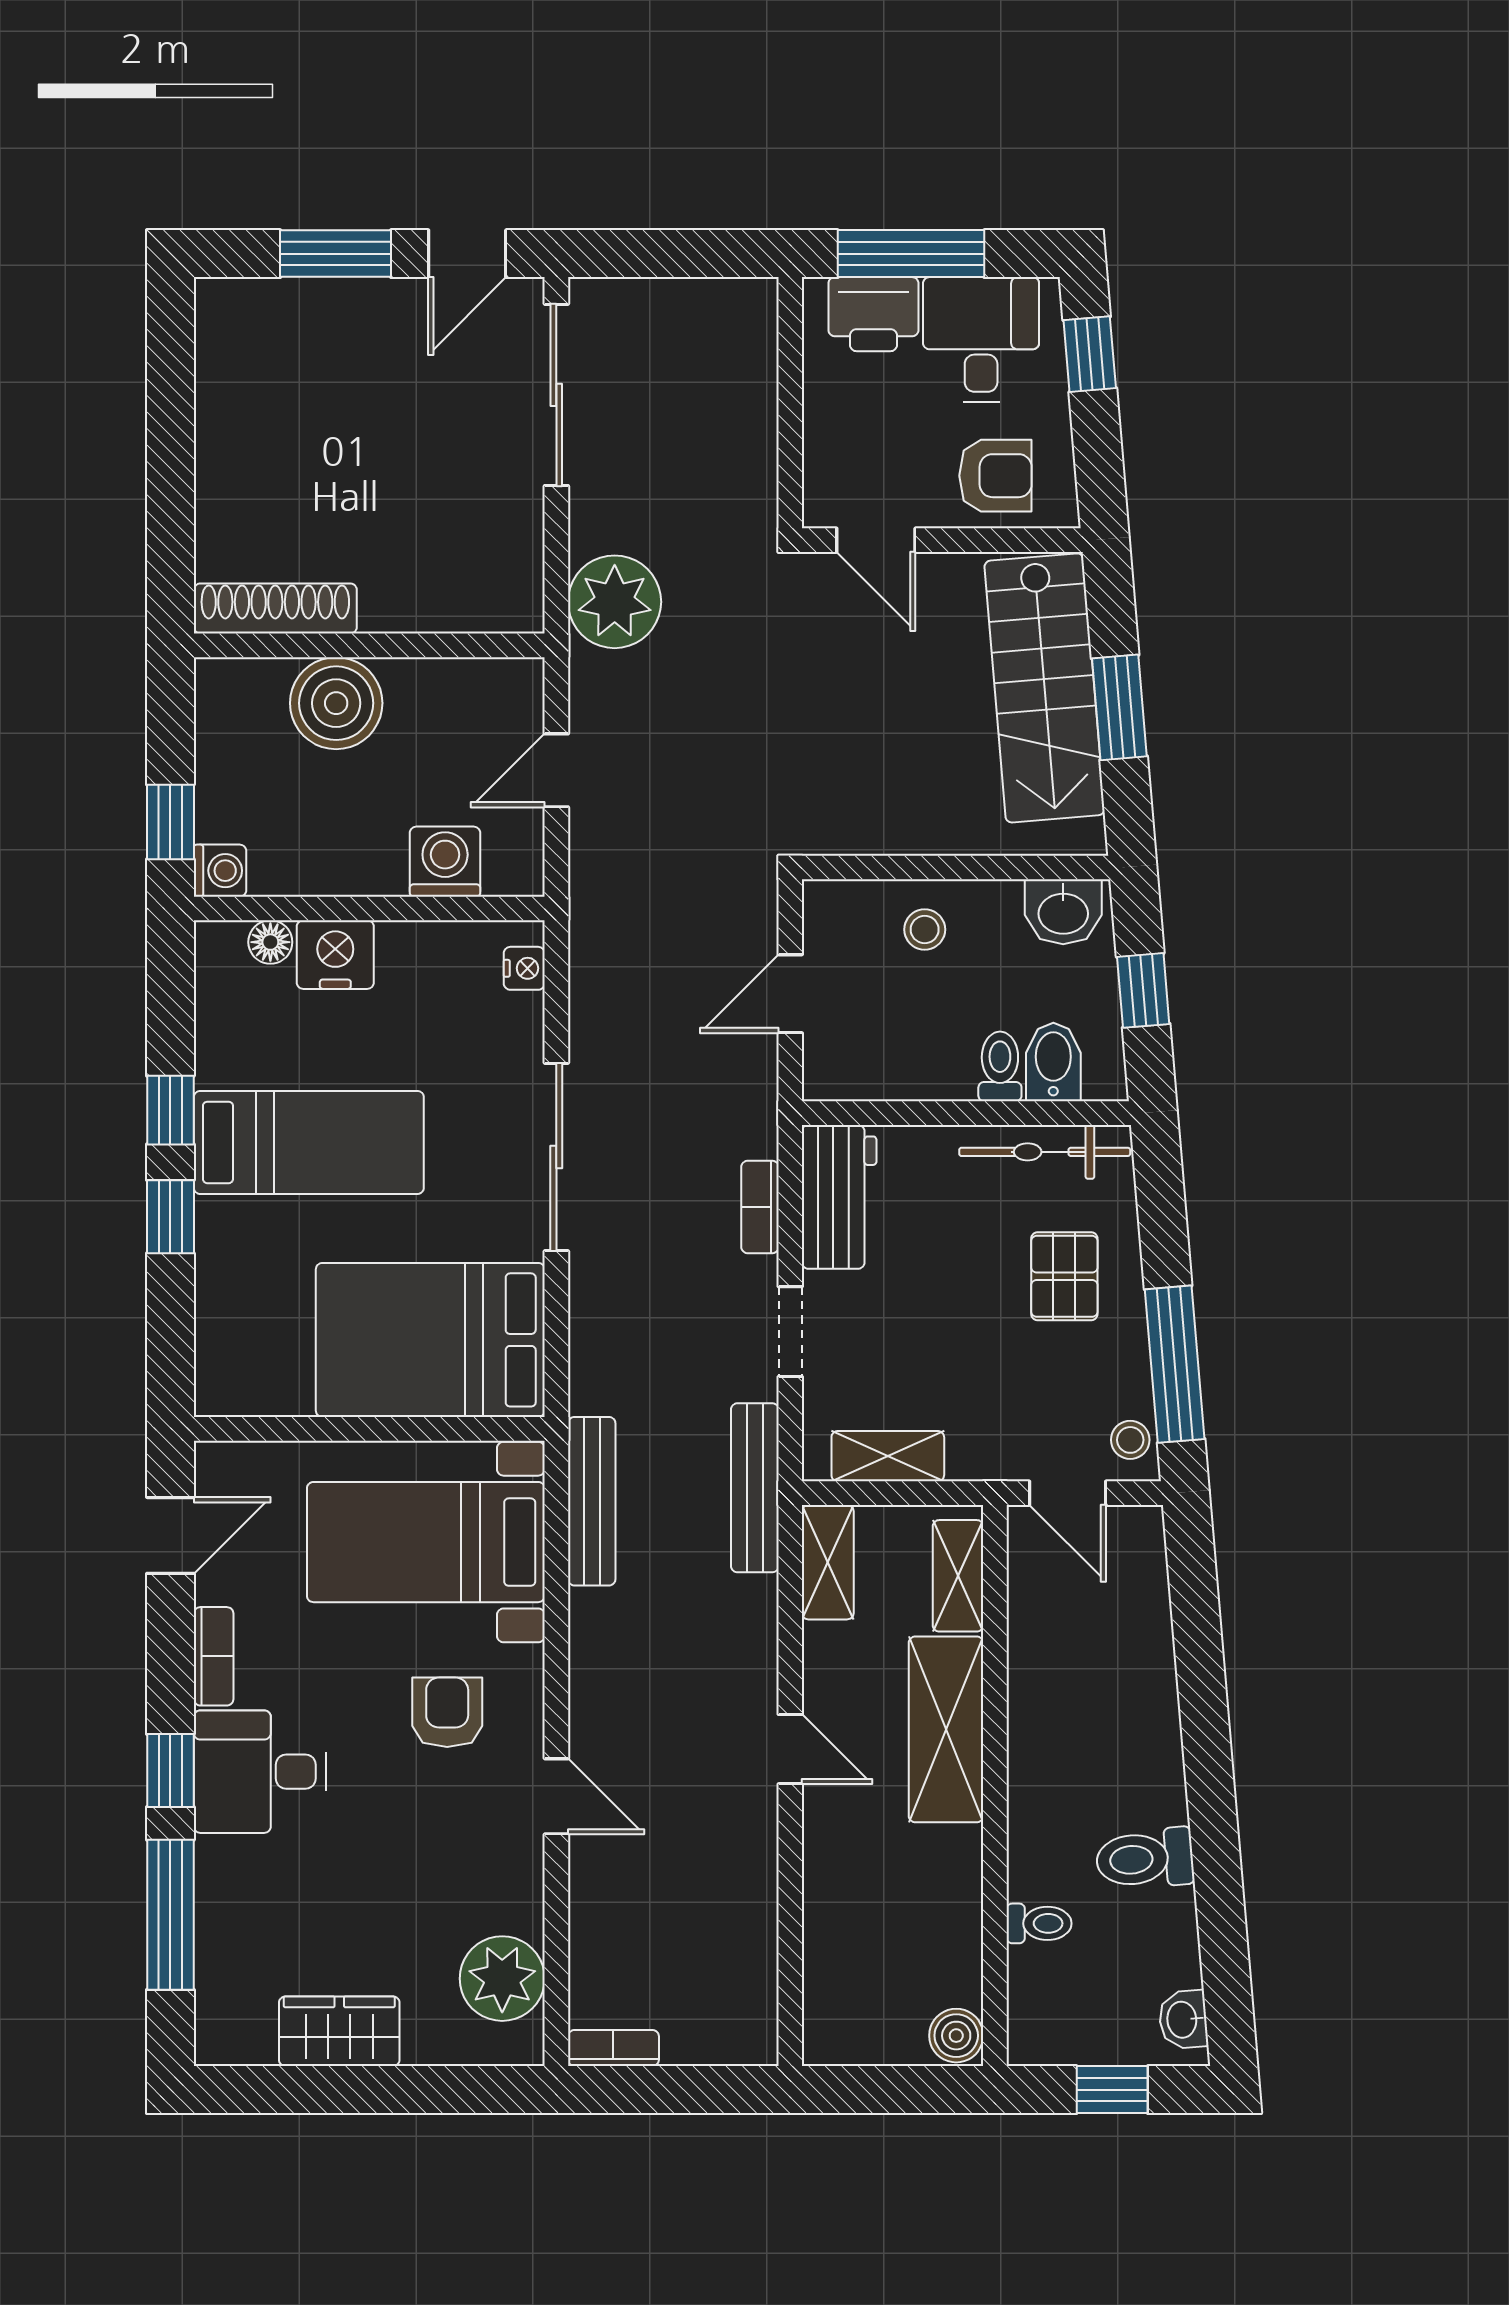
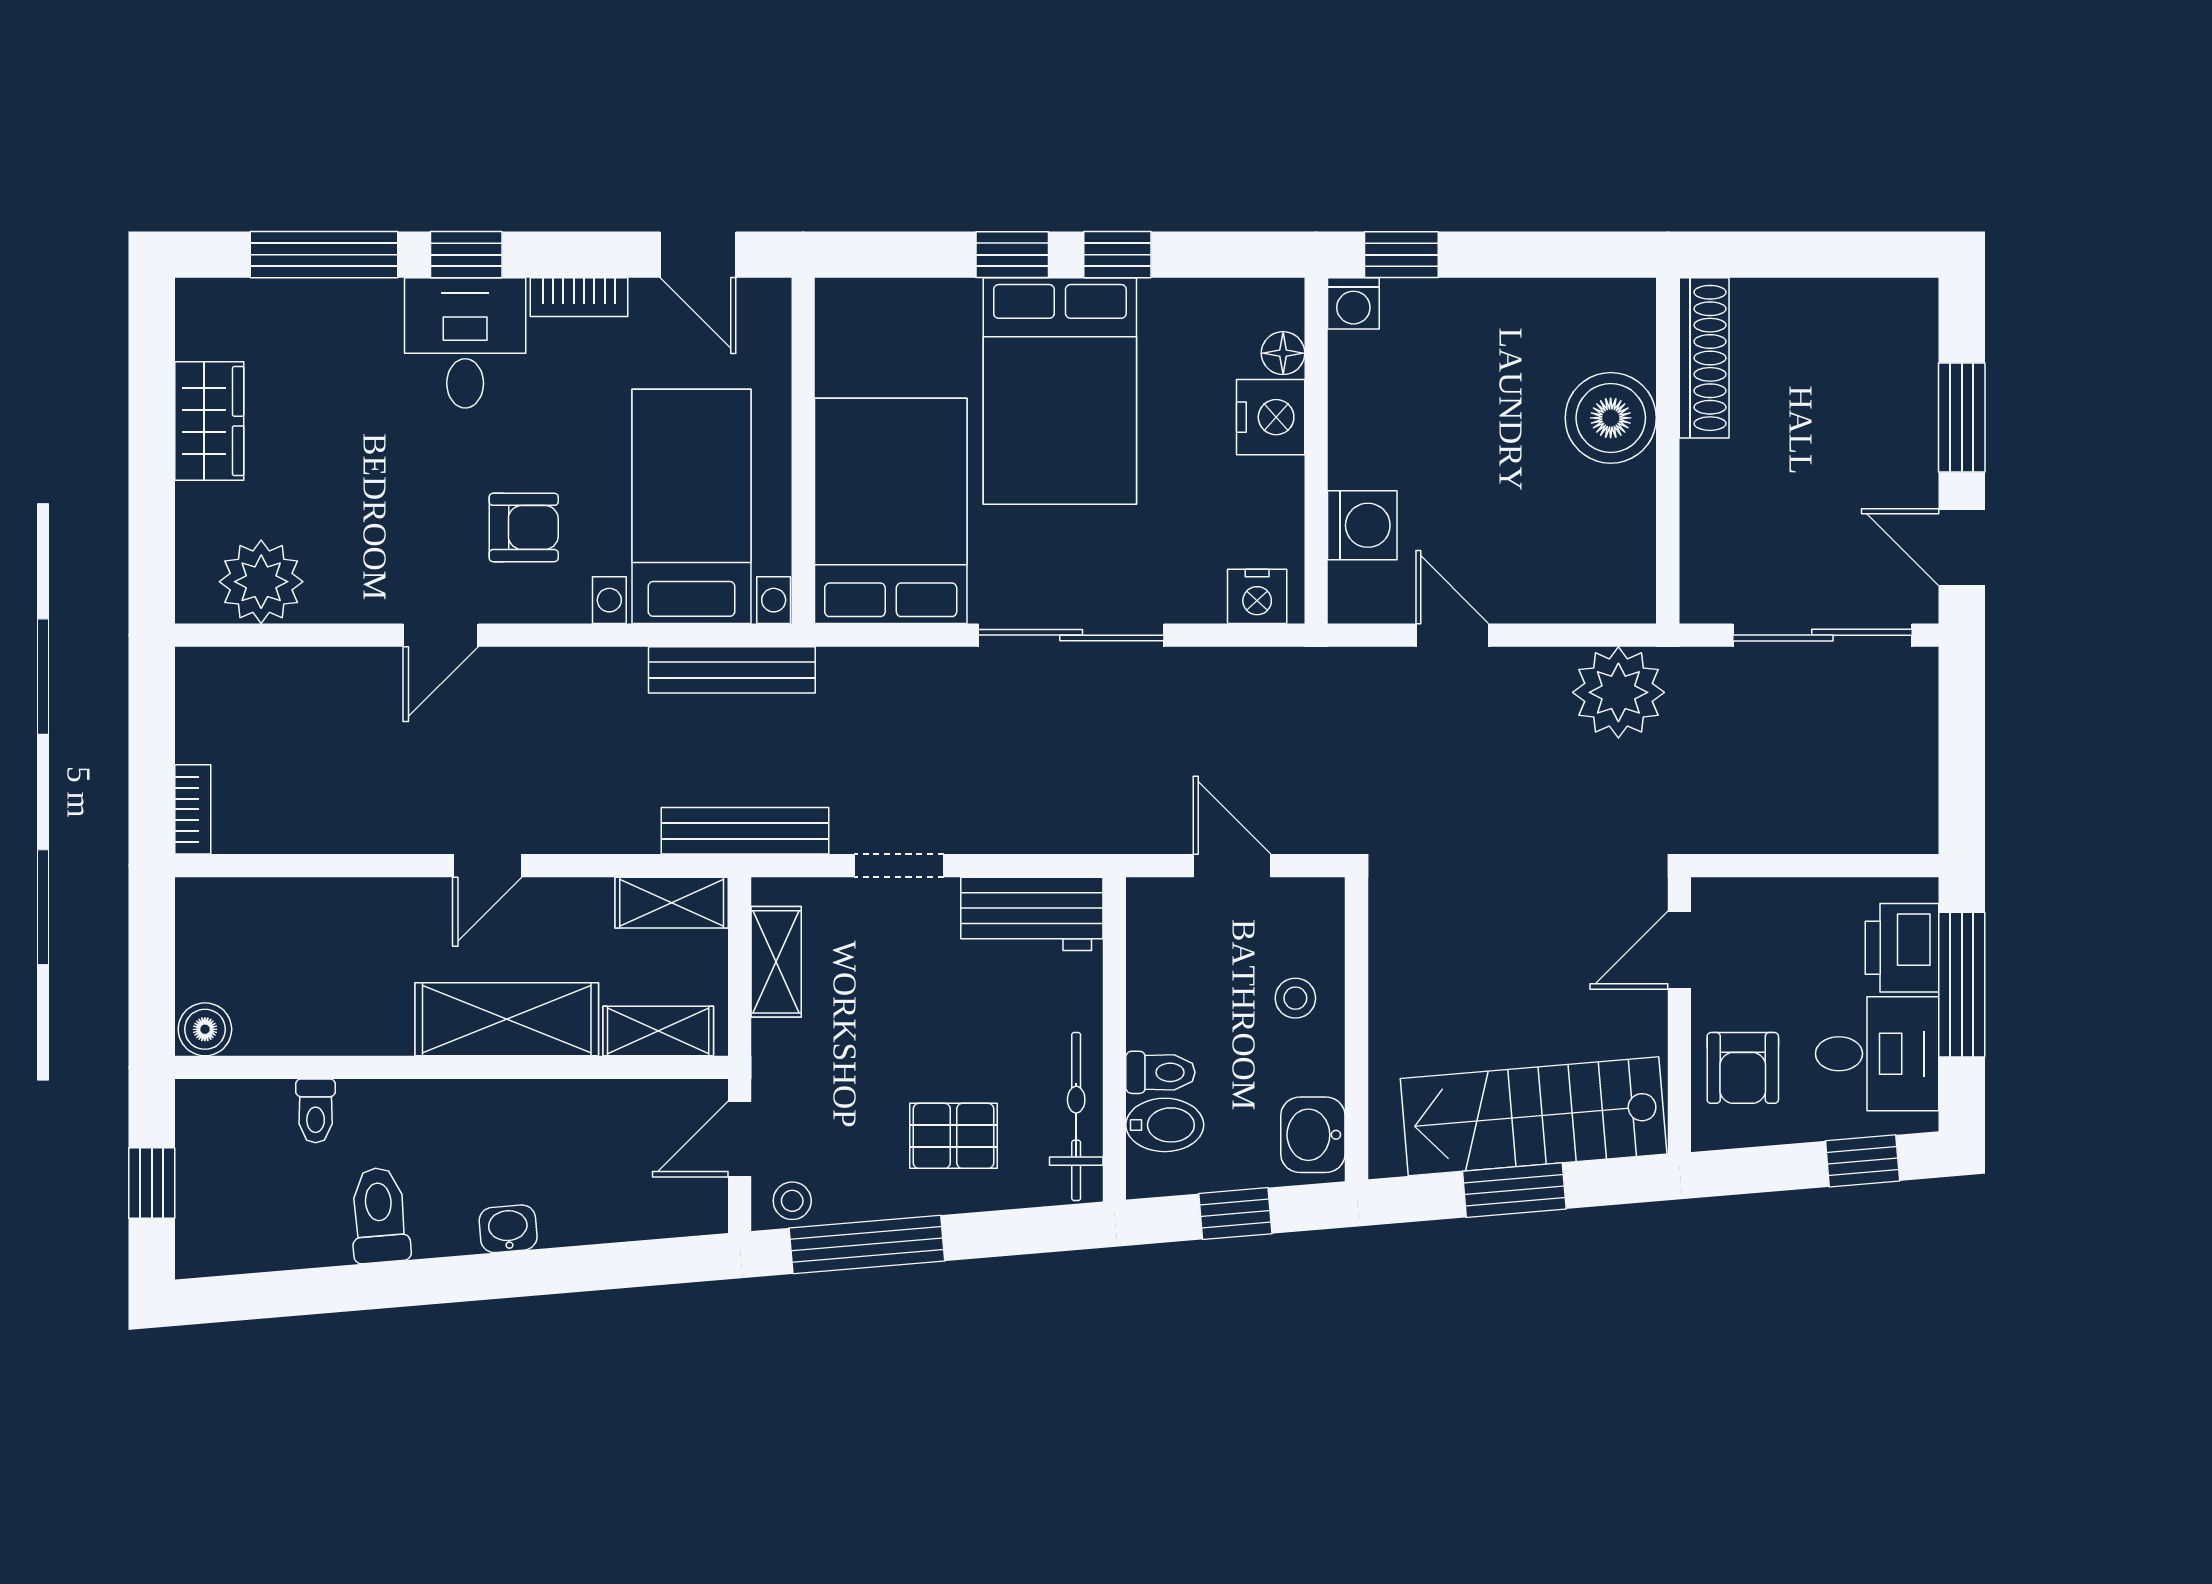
shoe rack: (275, 608) -> (1704, 358), moved
wall: (369, 645) -> (1668, 451), moved
boiler: (336, 703) -> (1611, 418), moved
nightstand: (524, 968) -> (1257, 596), width x1.39, depth x1.35
bed: (309, 1142) -> (1060, 391), width x1.50
bookcase: (760, 1207) -> (1022, 836), removed
washbasin: (1183, 2020) -> (508, 1229), moved
bookcase: (613, 2048) -> (193, 809), moved

